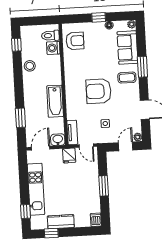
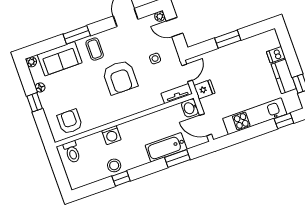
window: (16, 45) -> (121, 178), moved
washing machine: (53, 48) -> (111, 135), moved
bathtub: (55, 101) -> (166, 147), moved, turned 180
dishwasher: (96, 220) -> (276, 55), moved

